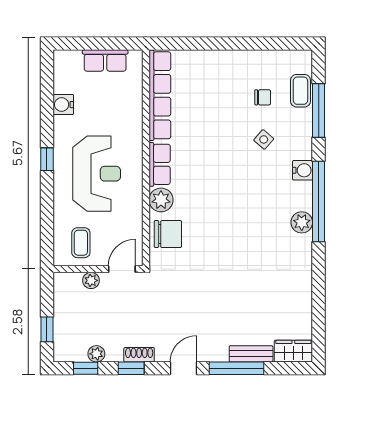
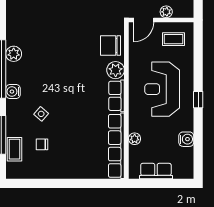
plant: (135, 105) -> (135, 139), added
coffee table: (81, 243) -> (173, 39), turned 90

